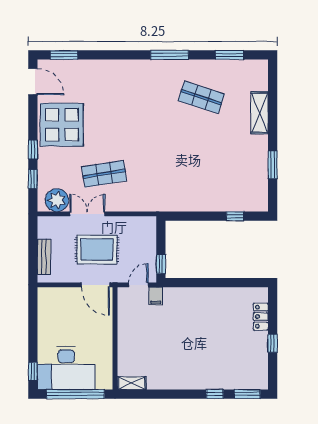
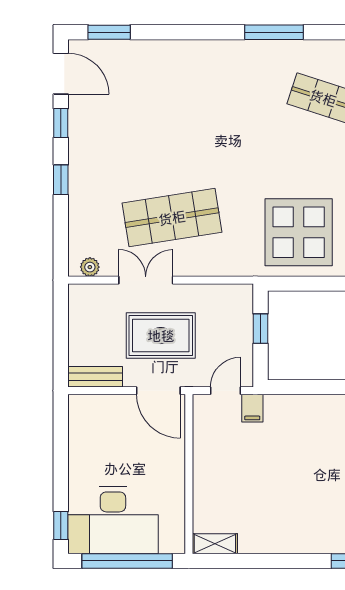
display table: (62, 125) -> (299, 232), moved
shop shelf: (104, 174) -> (172, 218), width x1.43, depth x1.36
window: (33, 179) -> (61, 123), moved
plant: (57, 200) -> (90, 267), width x0.53, depth x0.53
bench: (44, 257) -> (95, 377), moved, turned 90
window: (161, 264) -> (261, 329), moved

